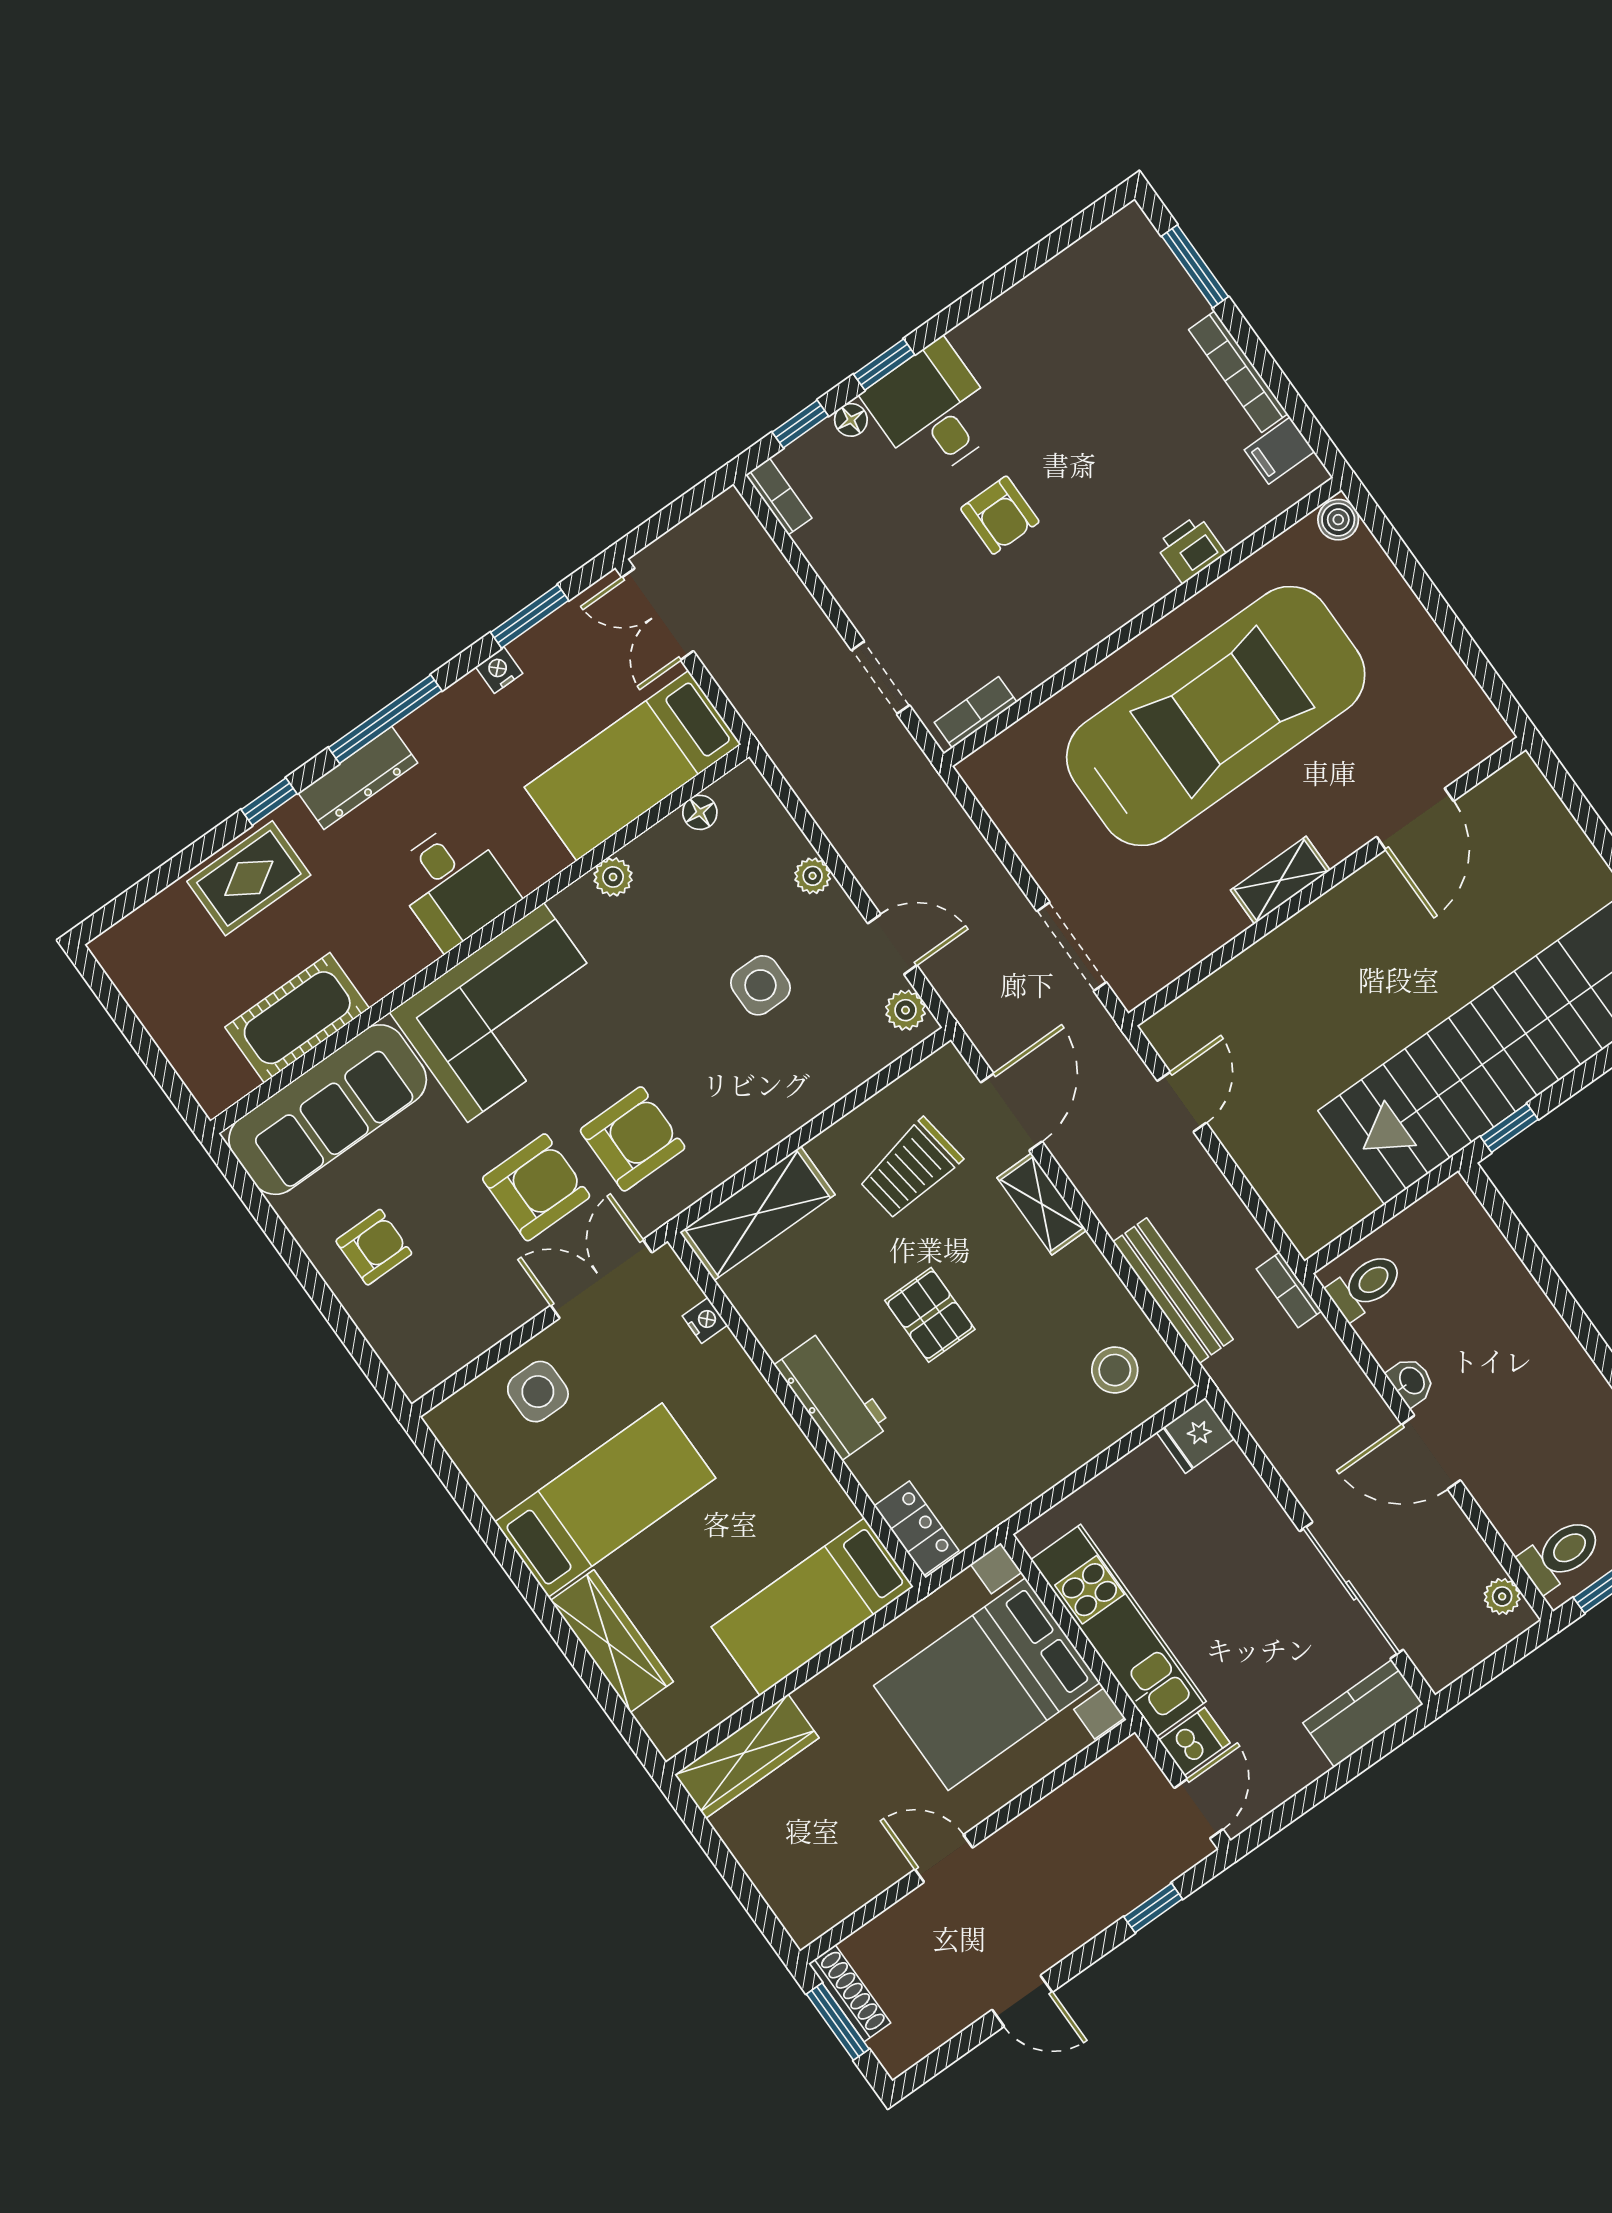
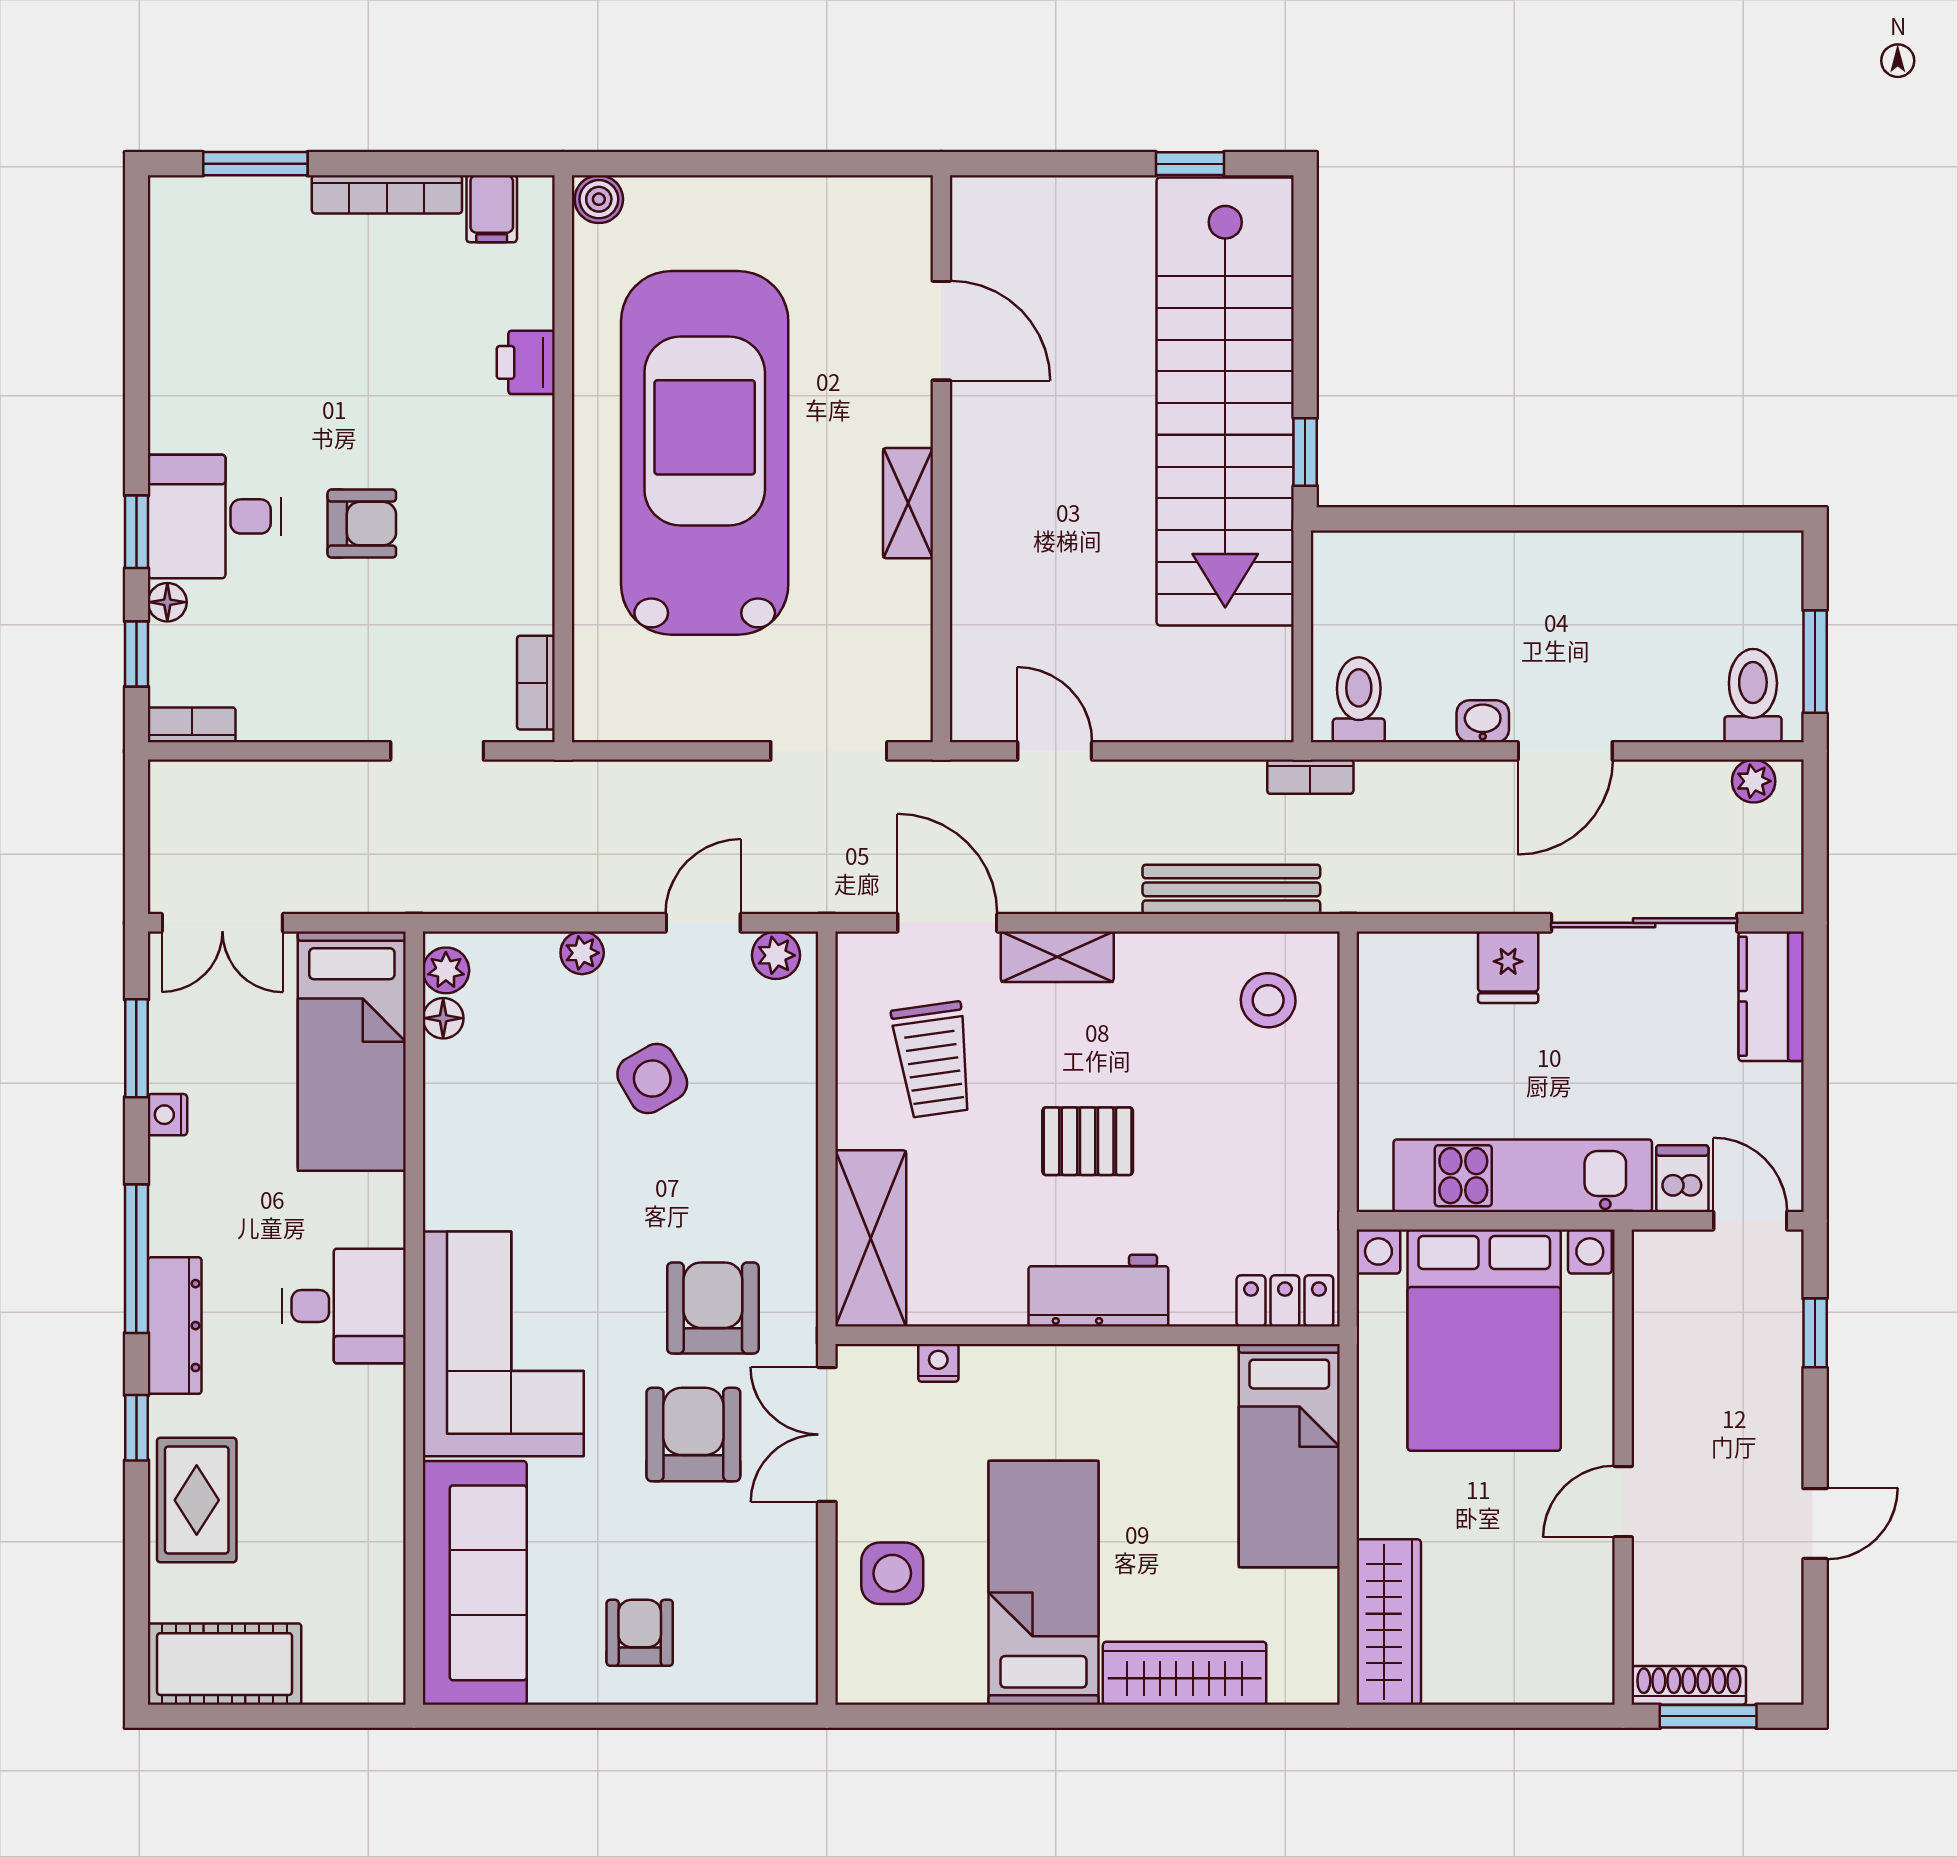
plant: (613, 877) -> (446, 970), moved
side table: (760, 985) -> (652, 1079), turned -30
cot: (297, 1018) -> (225, 1664), moved, turned 90
fridge: (1195, 1435) -> (1508, 967), moved

